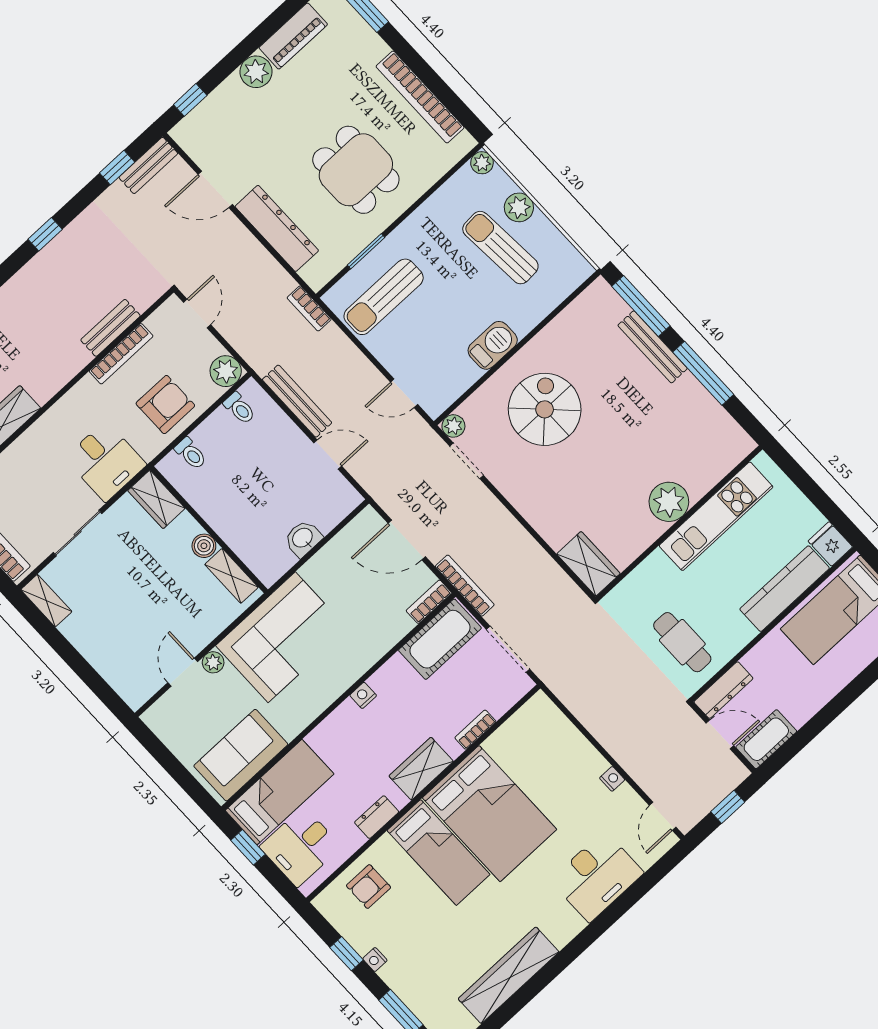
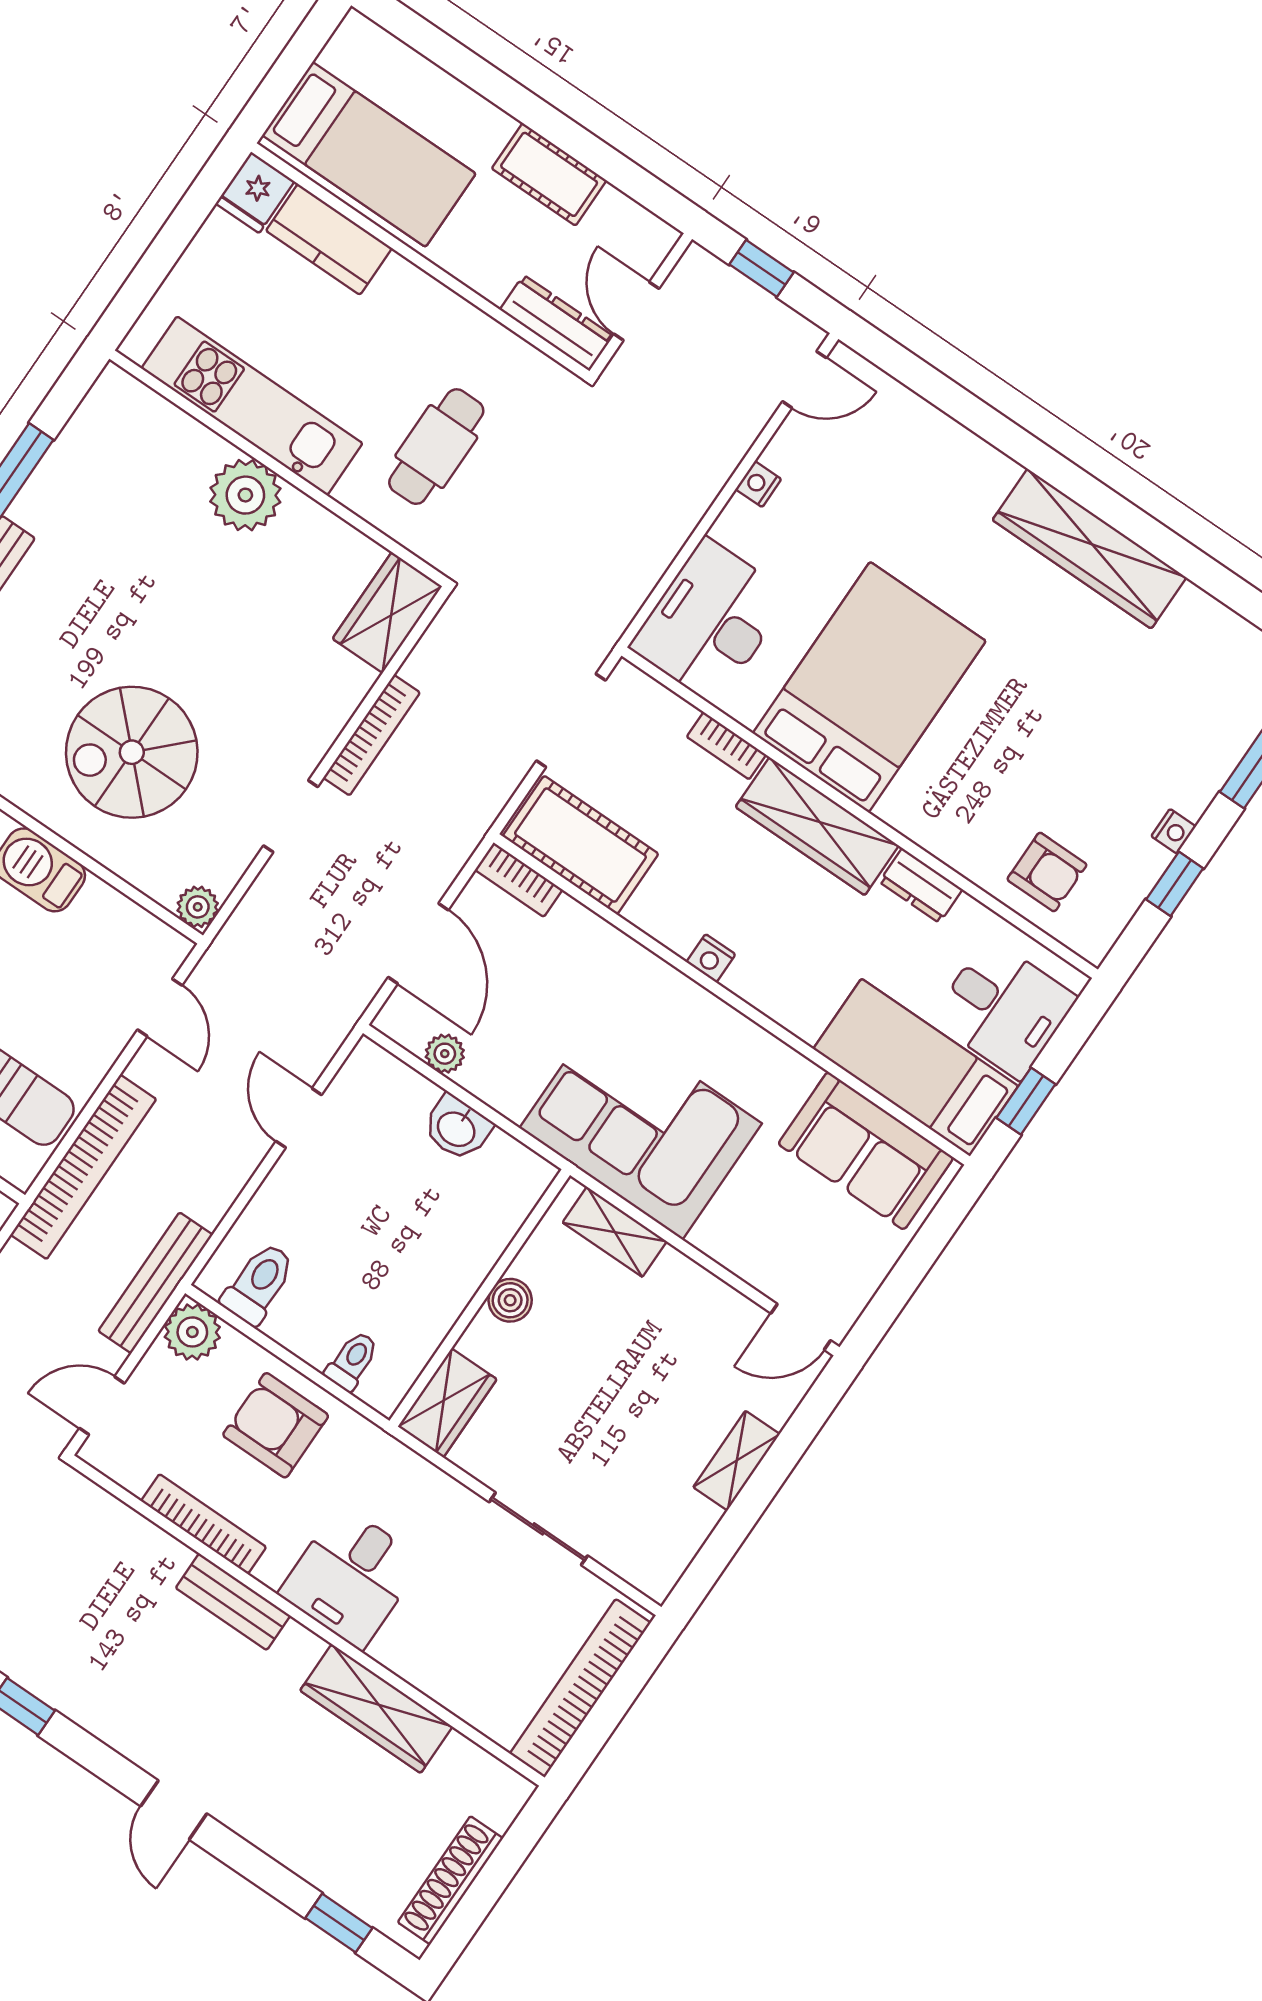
bookcase: (309, 308) -> (83, 1167), width x2.31, depth x1.31
bench: (110, 328) -> (233, 1602), moved
bench: (297, 401) -> (155, 1283), moved
toilet: (239, 408) -> (259, 1284), width x1.37, depth x1.39
desk: (106, 461) -> (351, 1577), moved, turned 180
doorway: (467, 461) -> (291, 816), moved
shelving: (231, 576) -> (615, 1232), moved, turned 90
bookcase: (465, 586) -> (372, 735), moved, turned 180
kitchen counter: (785, 589) -> (329, 239), width x0.67
shelving: (46, 601) -> (737, 1461), moved
cafe table: (682, 642) -> (436, 447), moved
plant: (213, 662) -> (445, 1054), moved
door: (183, 672) -> (801, 1327), moved
cot: (766, 739) -> (549, 174), moved
wardrobe: (421, 769) -> (817, 826), width x1.50
bed: (438, 852) -> (958, 762), removed
desk: (597, 876) -> (710, 621), moved, turned -90
wardrobe: (509, 975) -> (1089, 549), moved

